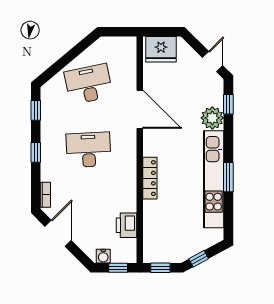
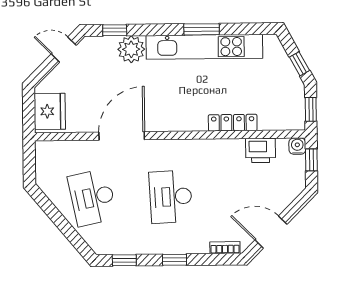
locker: (150, 178) -> (233, 123), moved
water cooler: (103, 256) -> (297, 146), moved, turned -90

